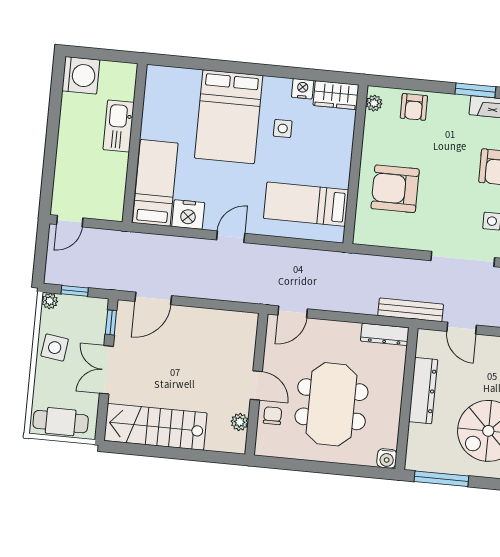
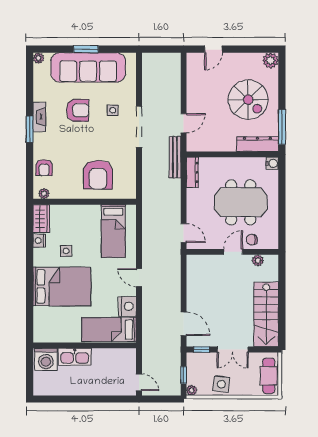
washing machine: (81, 75) -> (46, 359), moved, turned 180
armchair: (414, 107) -> (44, 168), turned 90
dresser: (423, 391) -> (257, 144), moved

